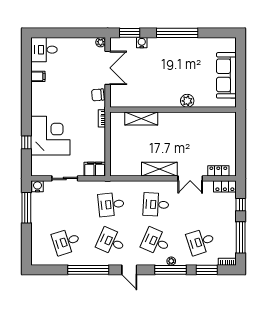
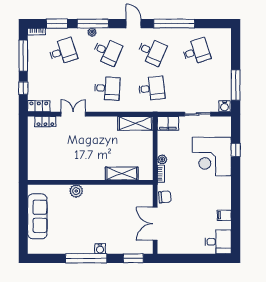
plant: (101, 42) -> (162, 159), moved
water cooler: (142, 43) -> (100, 249), moved
shelving: (159, 169) -> (135, 123), moved

